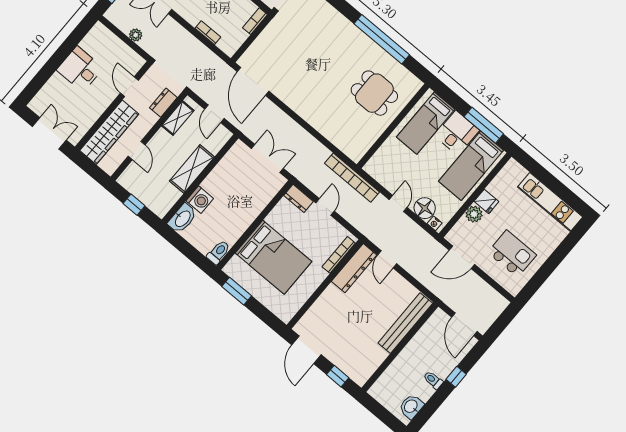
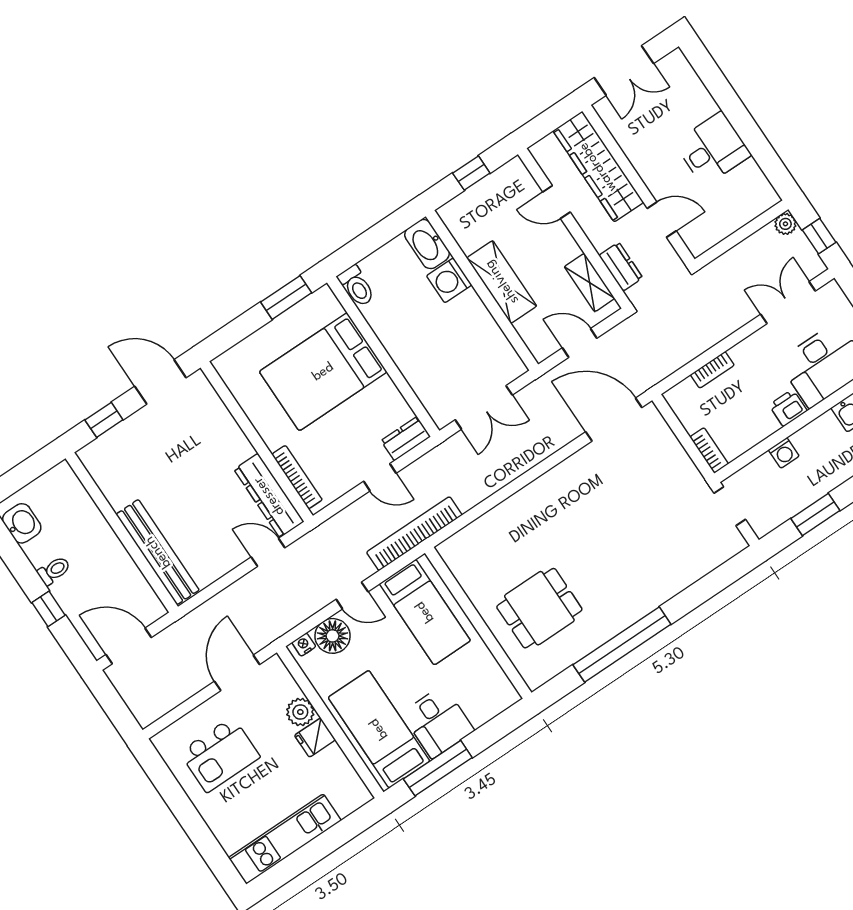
plant: (136, 35) -> (785, 224), moved
bed: (426, 123) -> (425, 612), moved, turned 180

